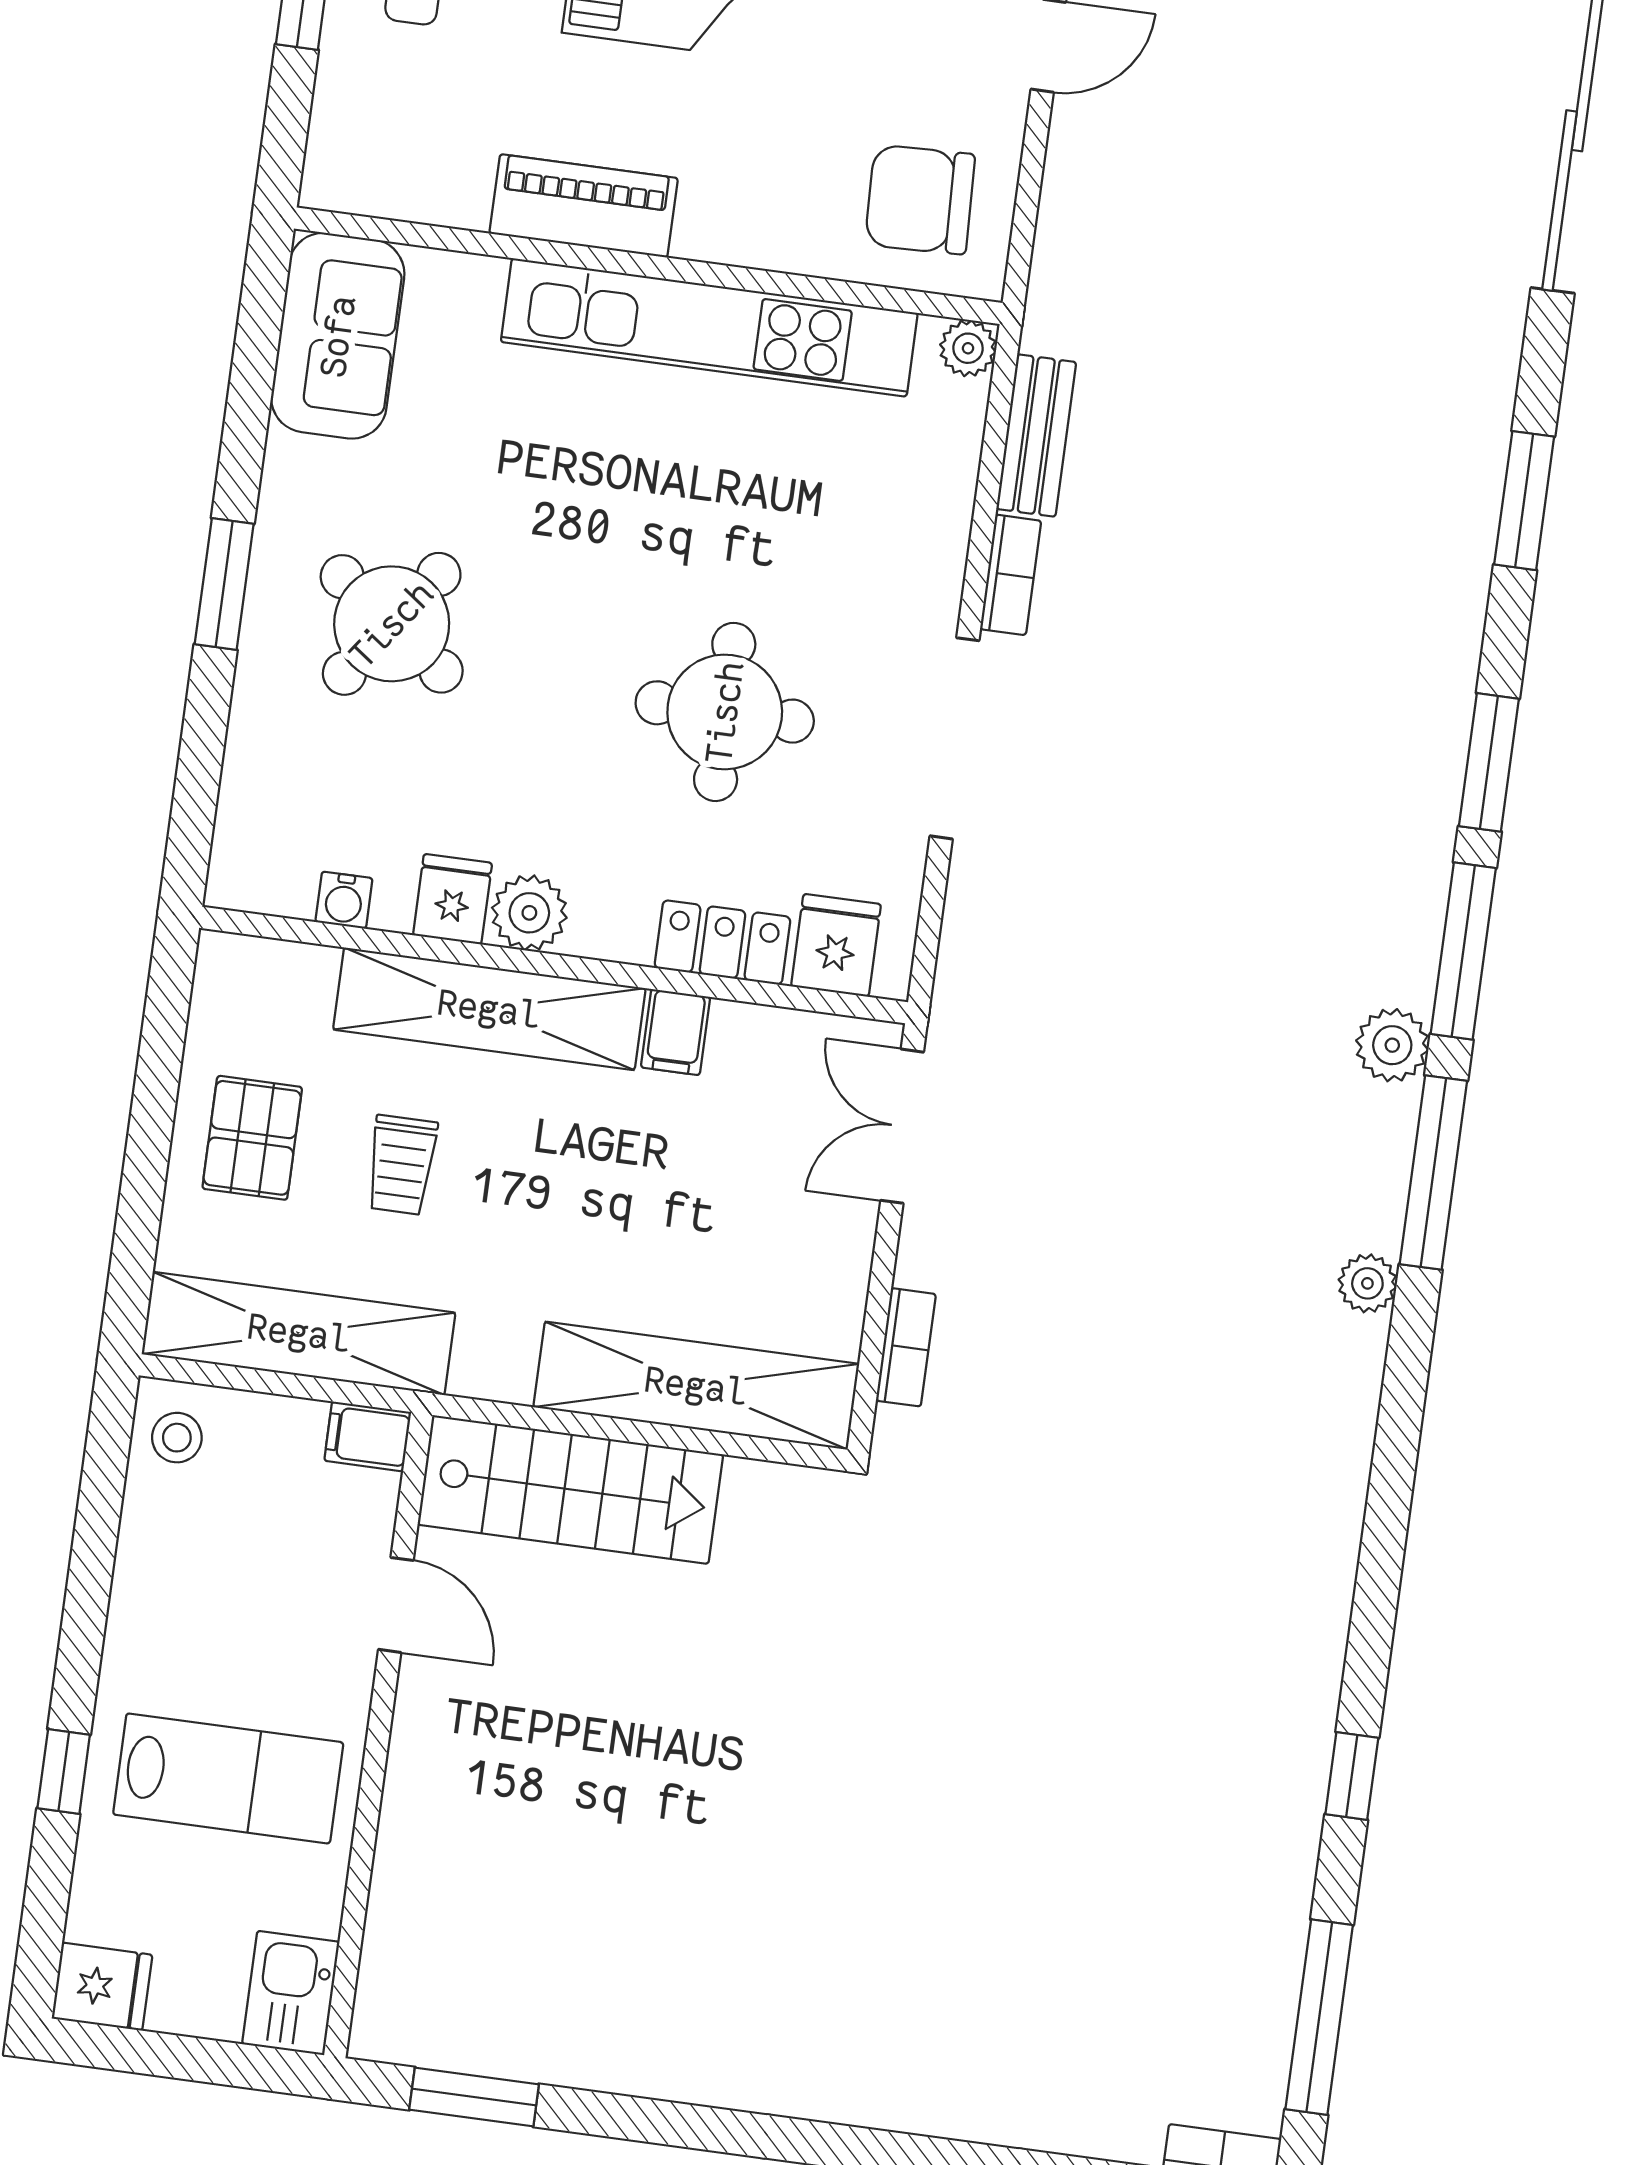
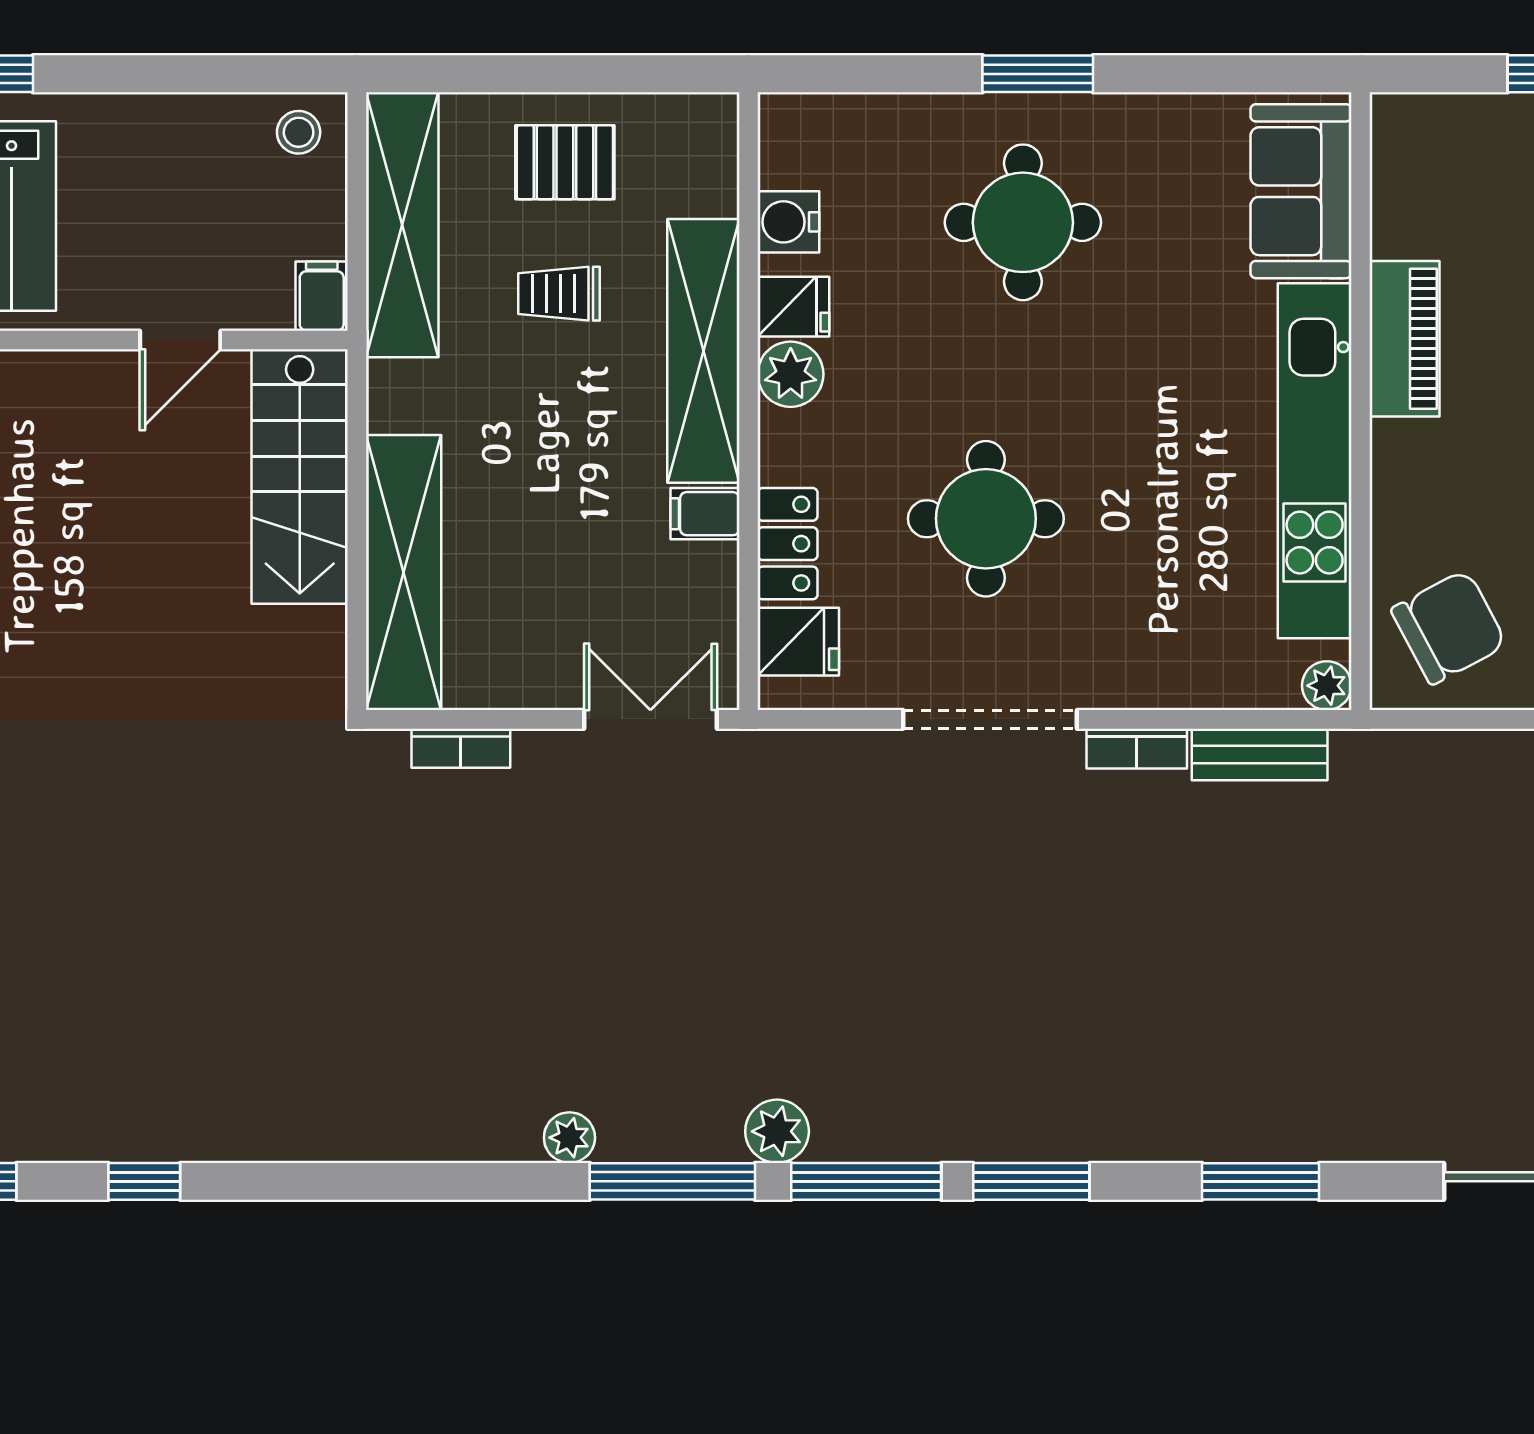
chair: (920, 200) -> (1449, 627), turned 64
sofa: (338, 336) -> (1301, 191), moved, turned 90
round table: (392, 624) -> (1023, 222), turned -36
water cooler: (344, 900) -> (788, 222), width x1.38, depth x1.38

